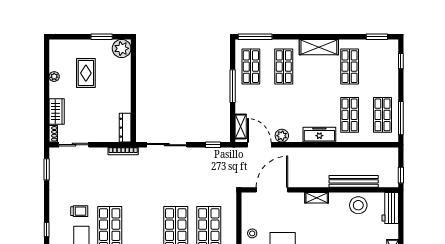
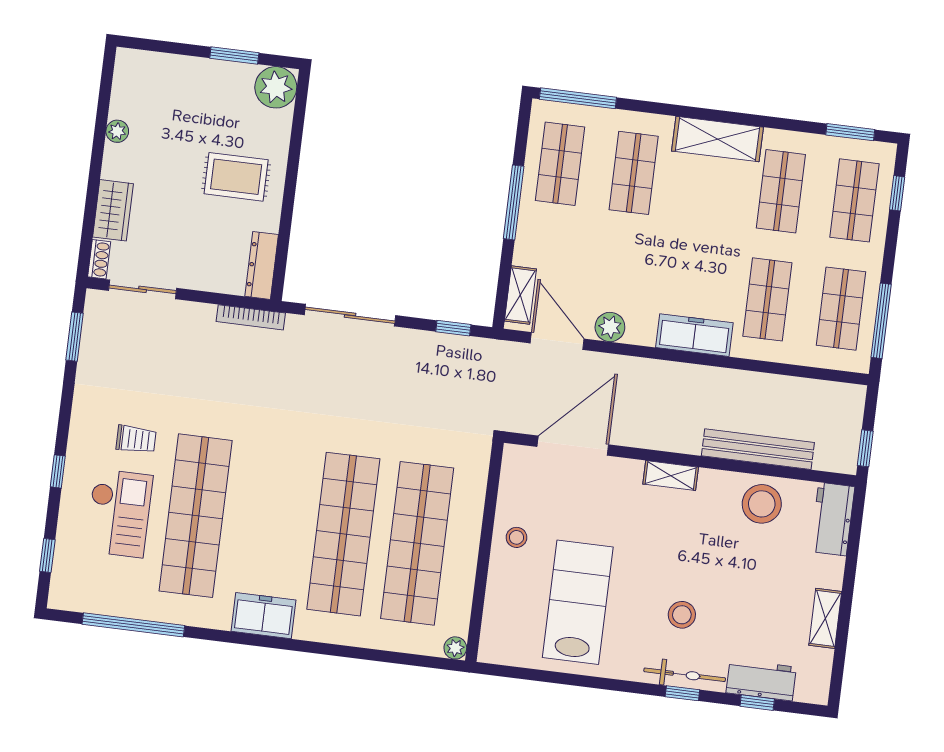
shop shelf: (382, 67) -> (854, 200), added
rug: (86, 73) -> (236, 177), moved, turned 90

